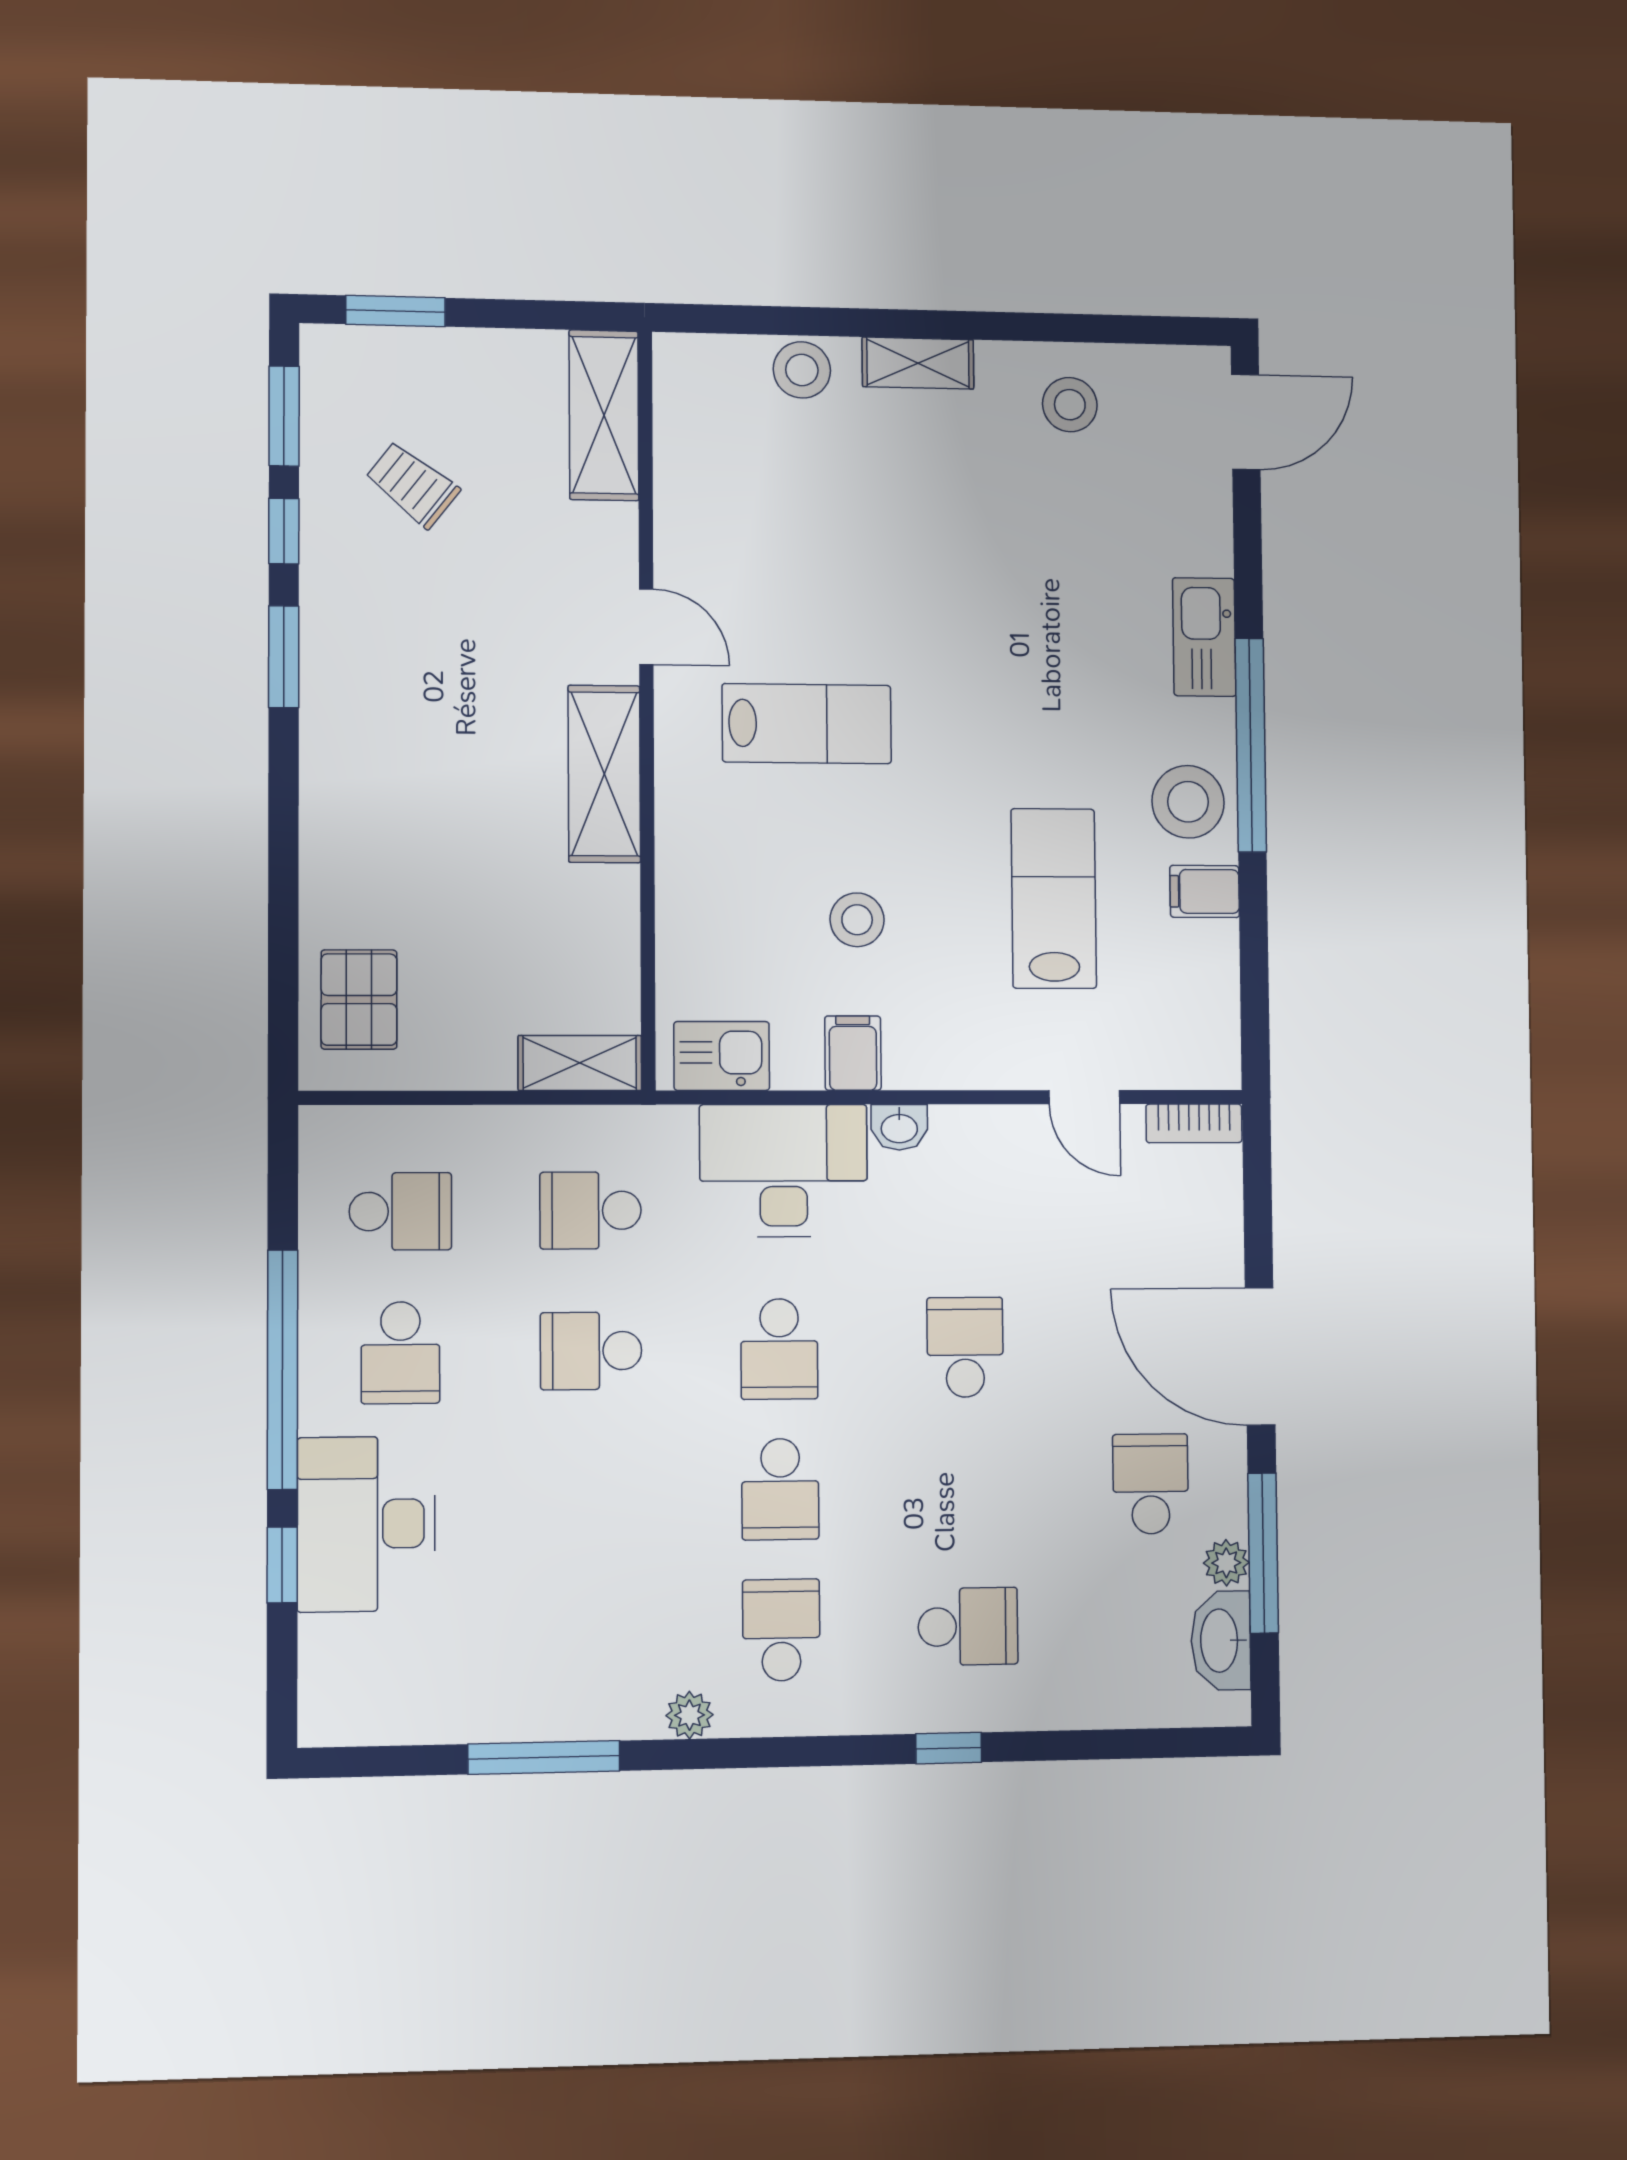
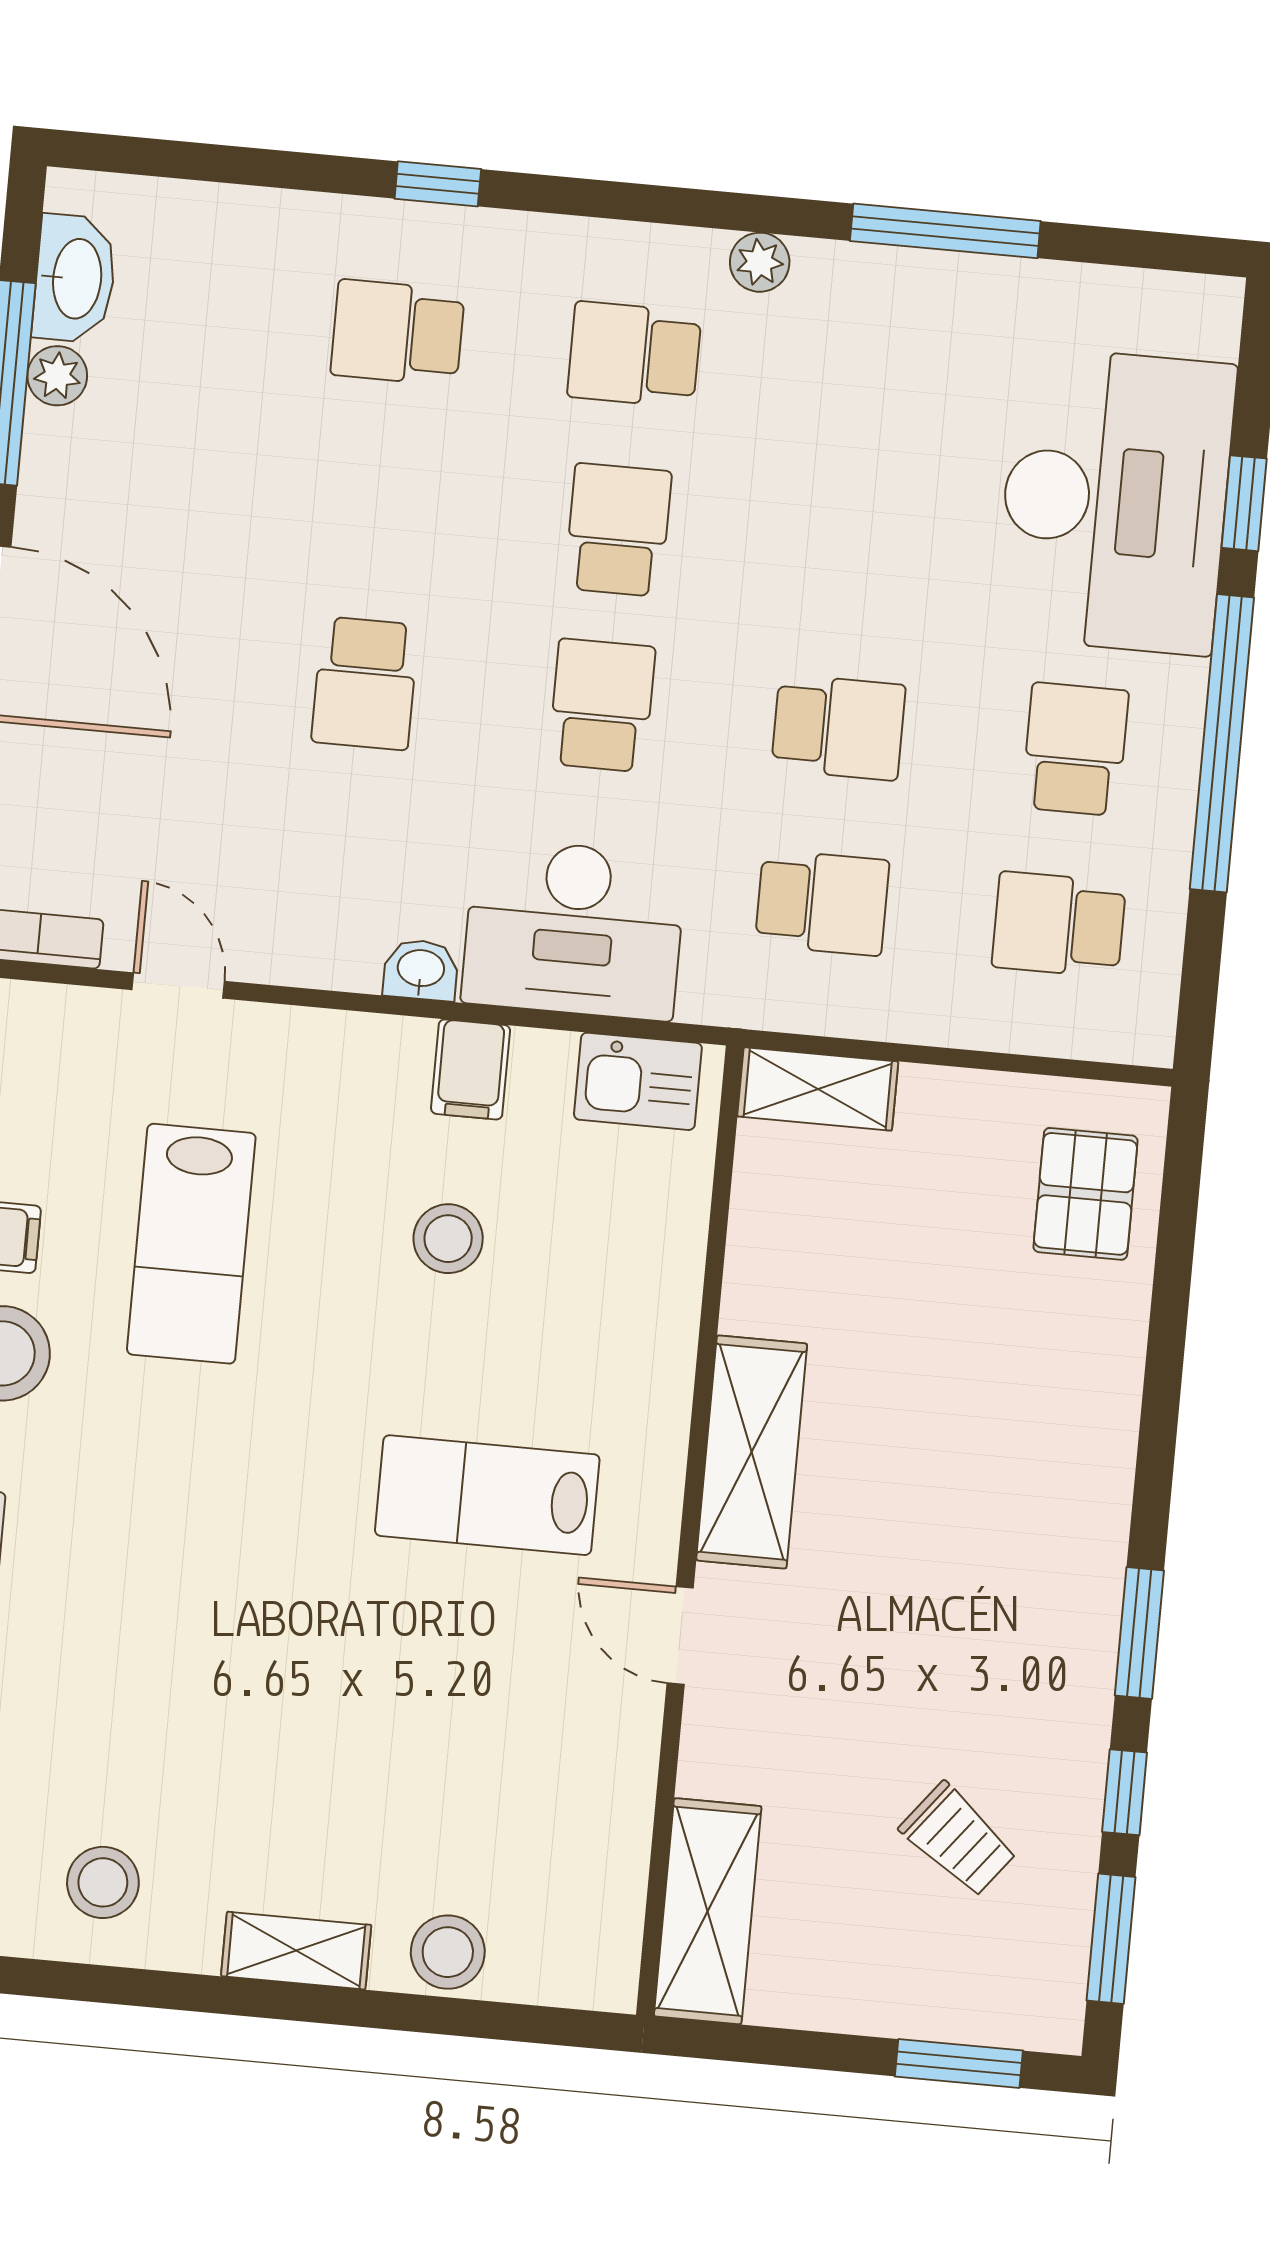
school desk: (1151, 1484) -> (145, 486), removed
desk: (366, 1524) -> (1115, 501), width x1.36, depth x1.30
school desk: (781, 1630) -> (634, 354), turned 90

